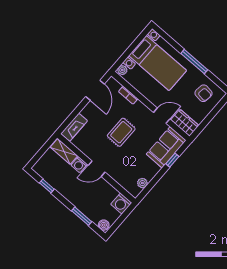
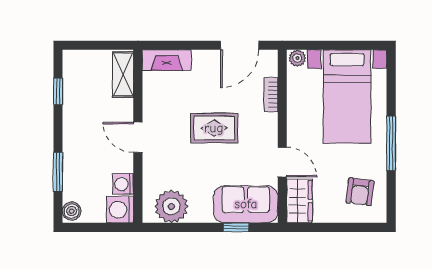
washing machine: (79, 165) -> (123, 184), moved
plant: (142, 183) -> (171, 206), width x1.88, depth x1.88

